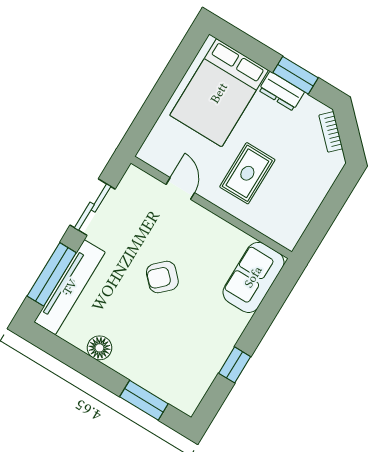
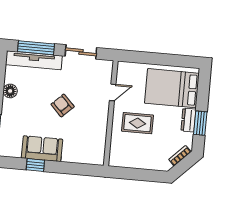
sofa: (253, 277) -> (42, 149), moved

